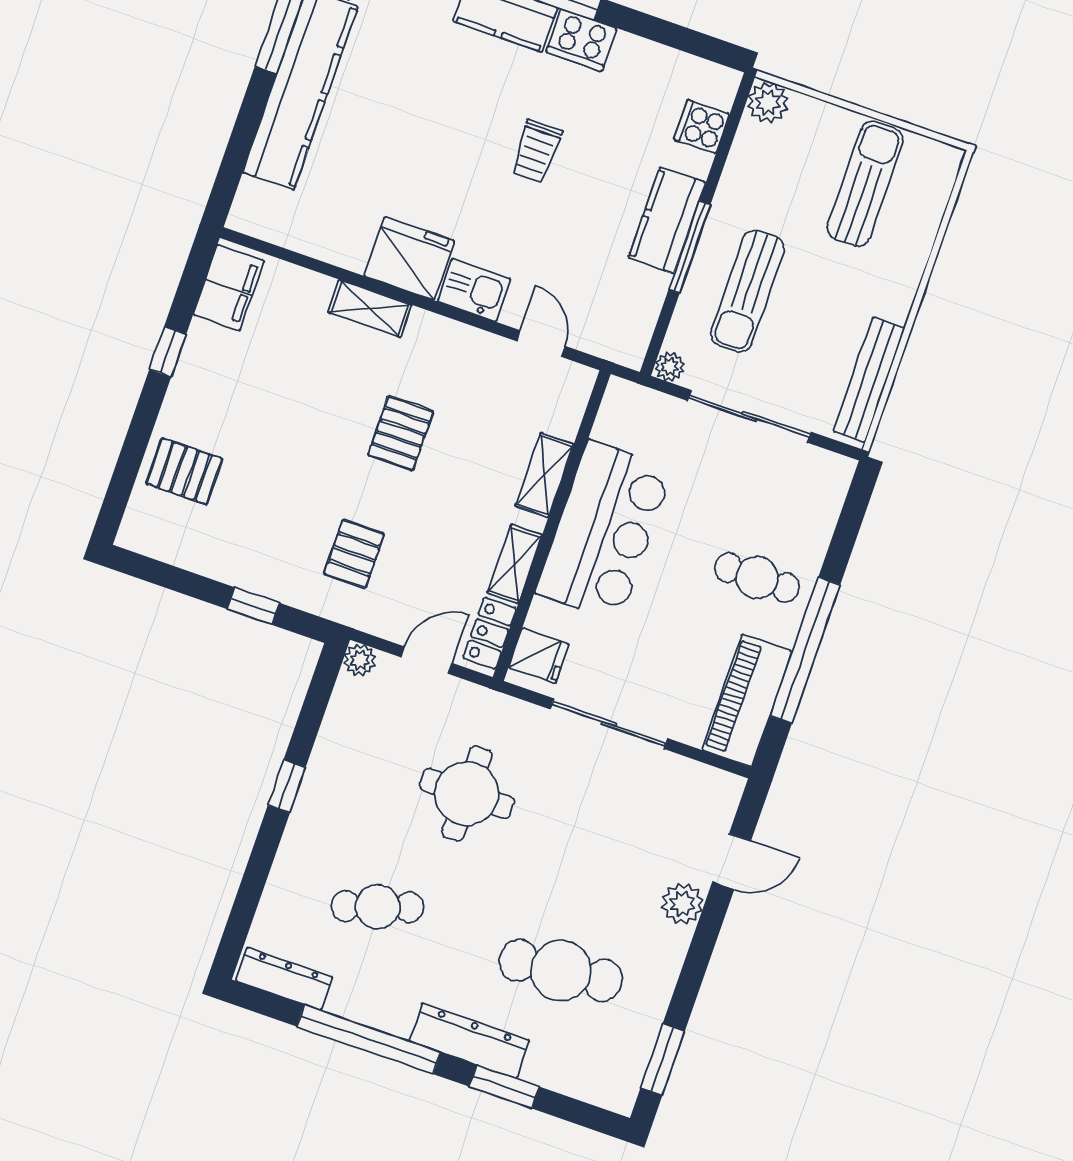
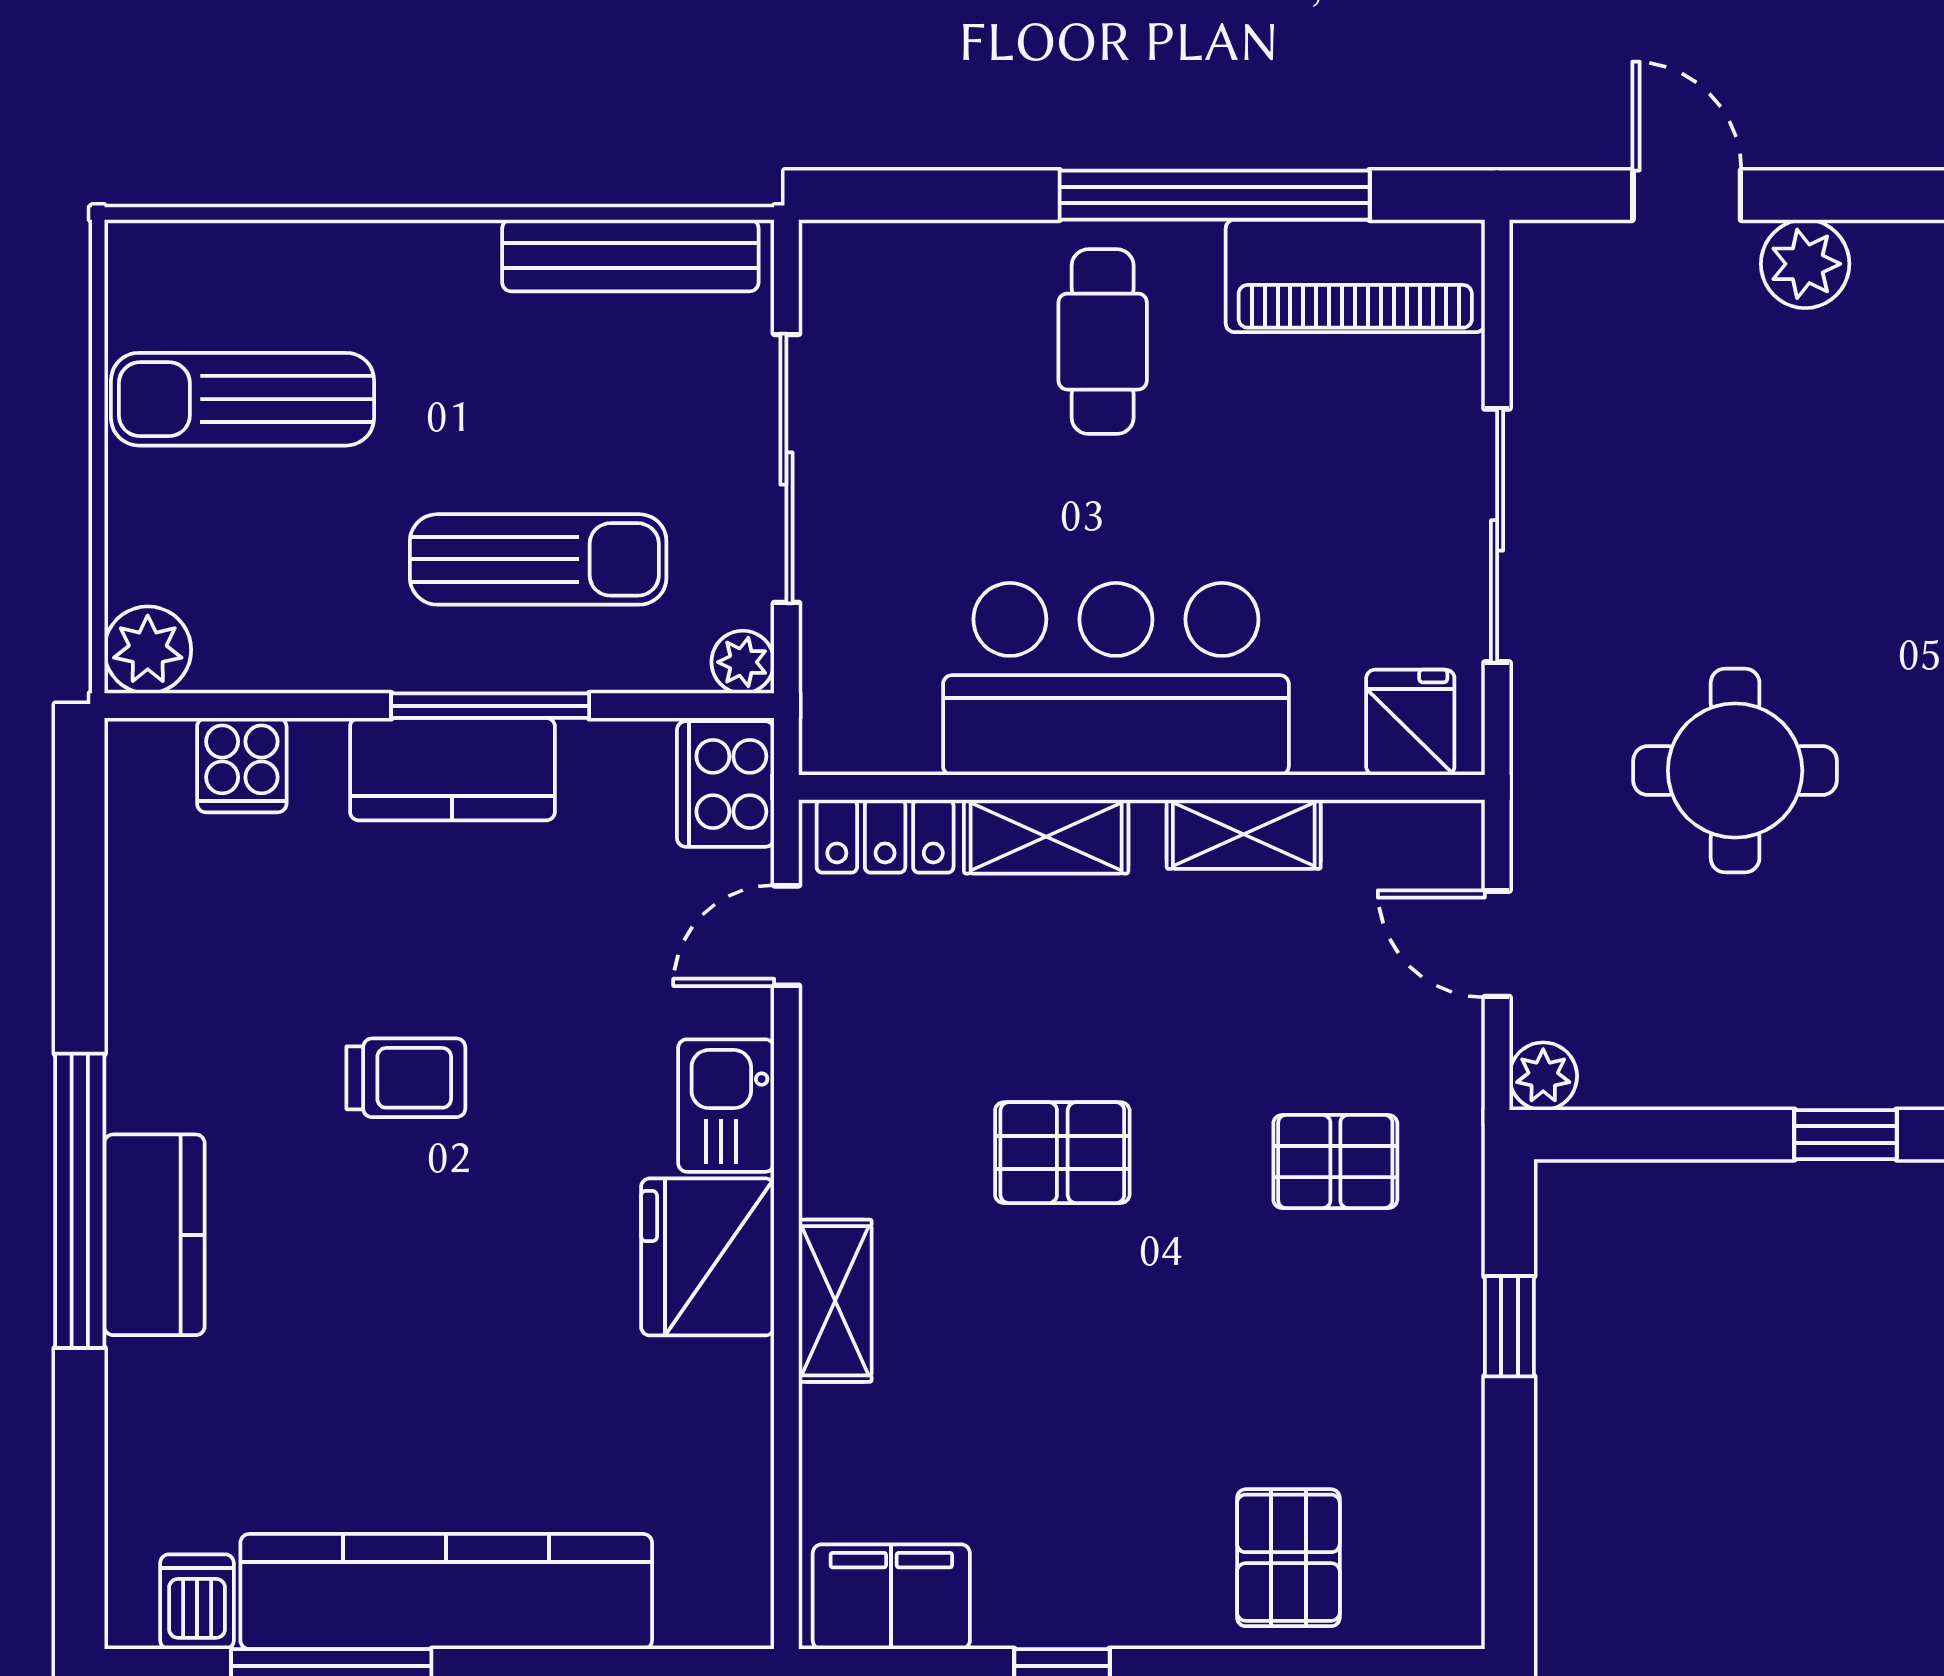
cooker: (581, 40) -> (726, 784), moved, turned 180
locker: (490, 633) -> (885, 836), moved

